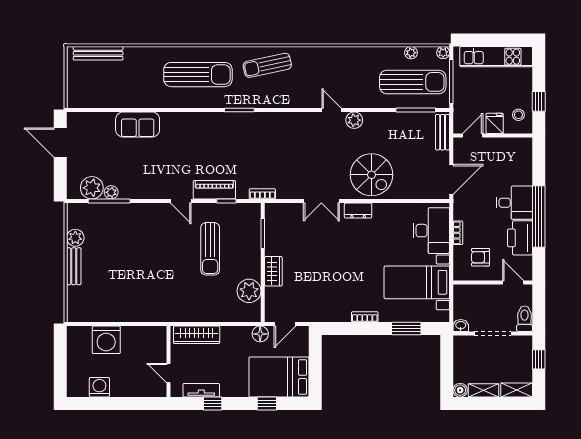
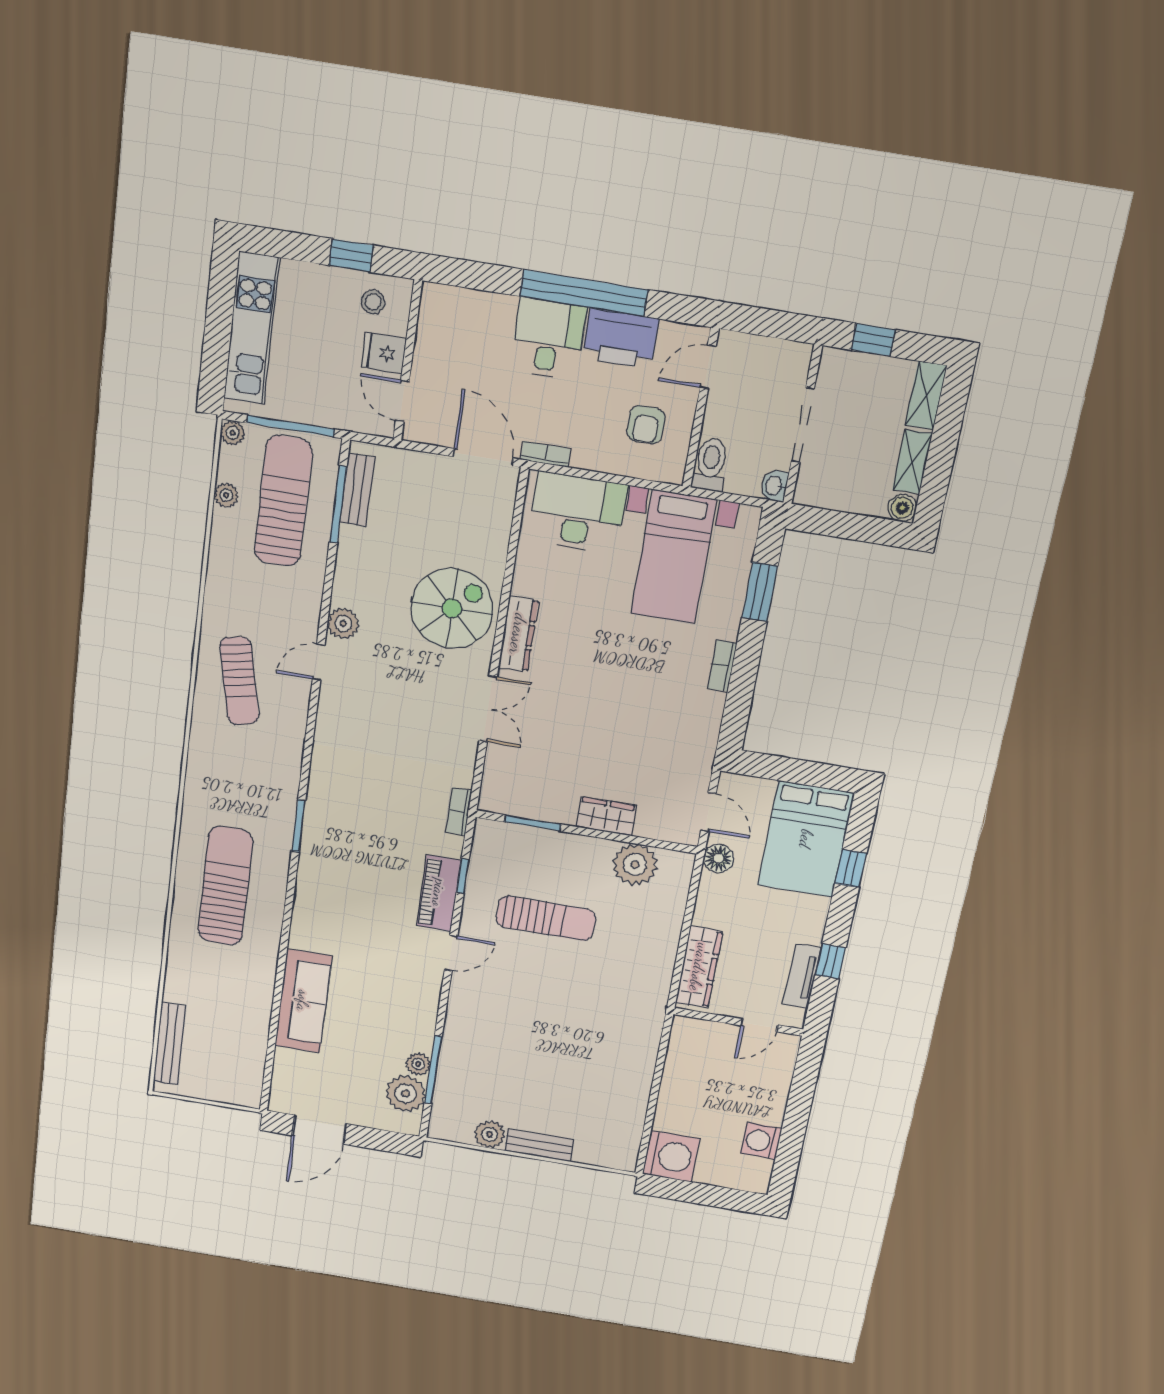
sun lounger: (267, 65) -> (239, 681), moved
sofa: (138, 125) -> (303, 1001), width x1.36
bench: (443, 132) -> (357, 490), moved, turned 90
dresser: (358, 211) -> (518, 634), width x1.44
bookcase: (458, 233) -> (546, 454), moved
toilet: (525, 319) -> (710, 464), moved, turned 90
washing machine: (106, 340) -> (671, 1156), moved

